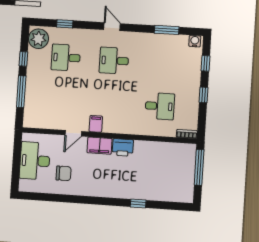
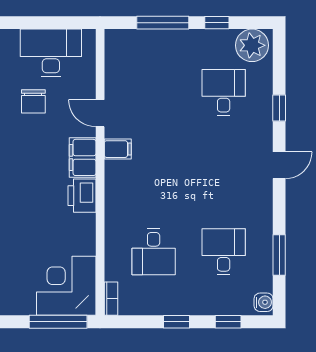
window: (65, 24) -> (279, 108), moved
desk: (114, 61) -> (224, 252), moved
corner desk: (177, 161) -> (66, 286), added

